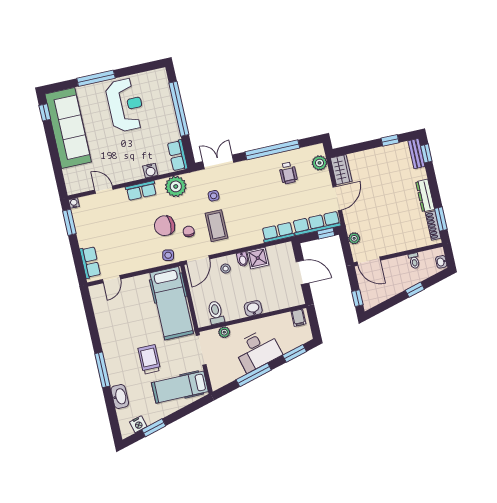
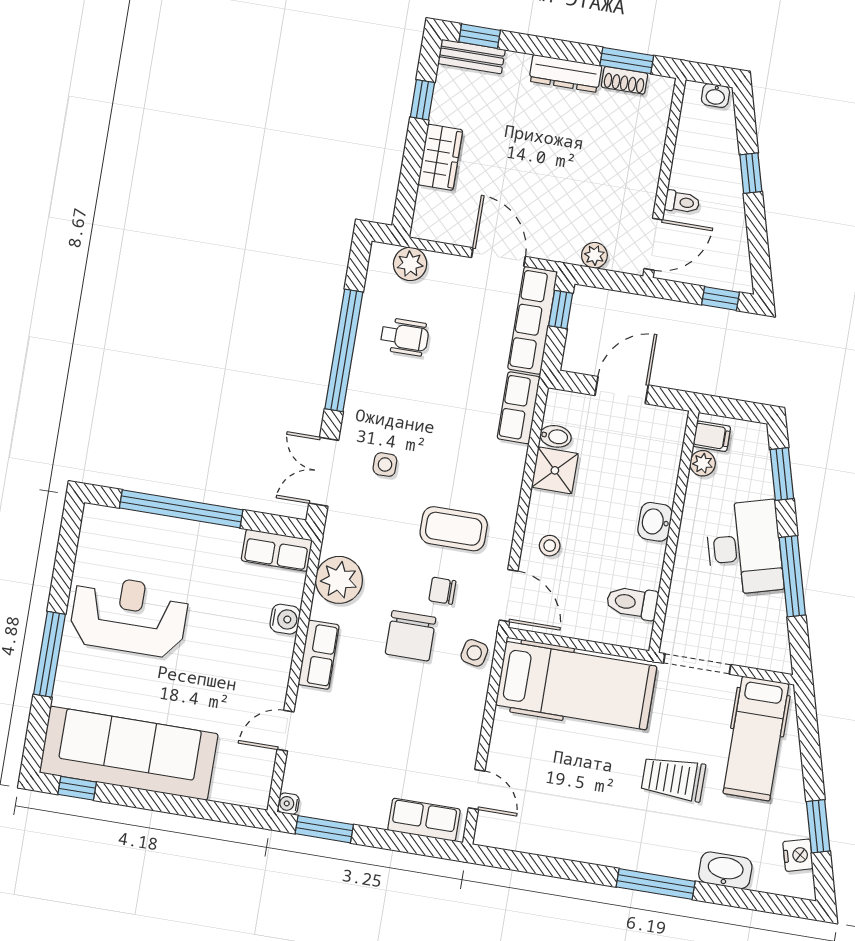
wardrobe: (341, 170) -> (440, 157), moved, turned 90
side table: (214, 196) -> (385, 465), moved
shoe rack: (433, 226) -> (624, 80), width x0.70
bidet: (243, 259) -> (556, 436), moved
toilet: (414, 261) -> (682, 202), moved
plant: (224, 332) -> (703, 463), moved

